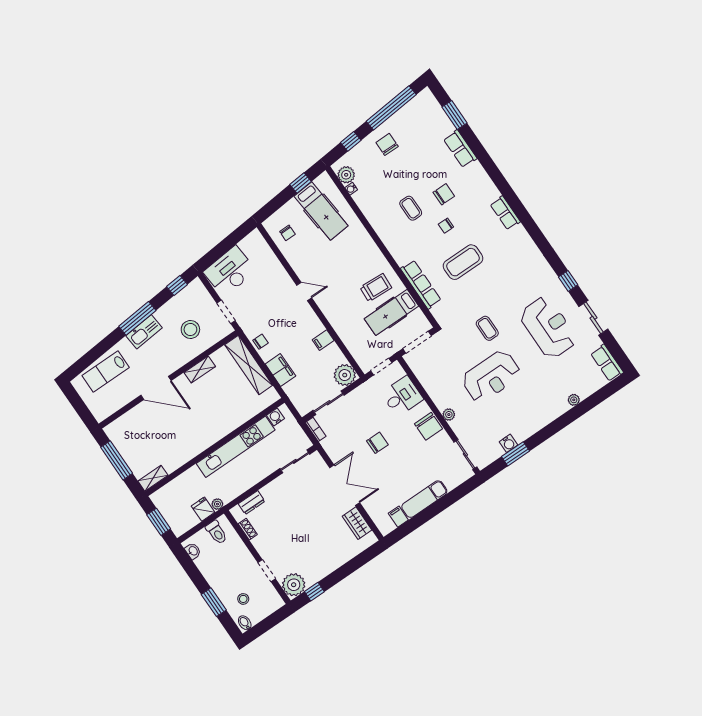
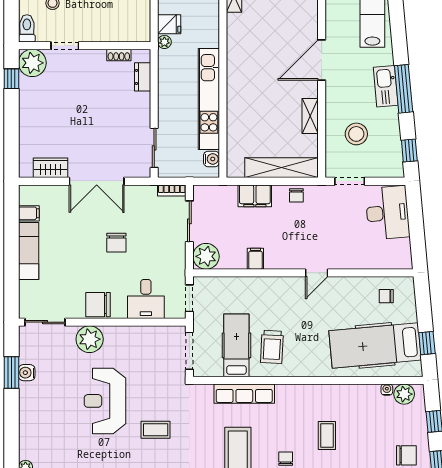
coffee table: (411, 208) -> (327, 435), turned 90
hospital bed: (321, 211) -> (375, 345), width x1.37, depth x1.29
plant: (449, 415) -> (90, 339), width x1.87, depth x1.87
toilet: (217, 532) -> (27, 28), moved, turned 90

